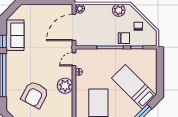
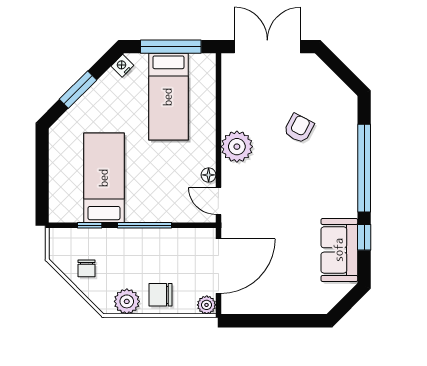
chair: (124, 38) -> (161, 295), moved
door: (74, 59) -> (218, 201), swing flipped
bed: (134, 87) -> (104, 178), moved, turned -135
armchair: (35, 95) -> (299, 128), width x0.53, depth x0.53

